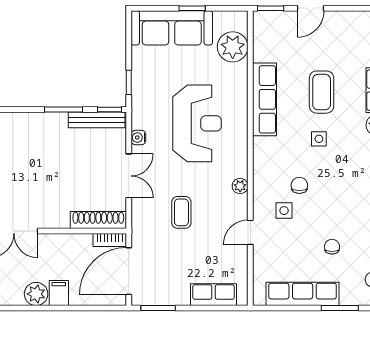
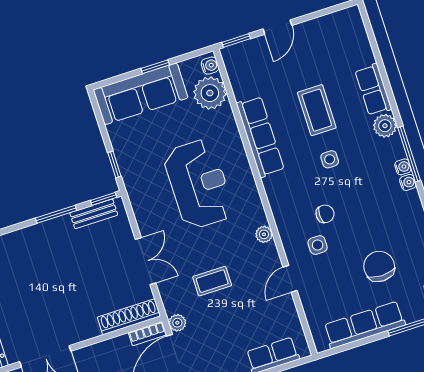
bench: (97, 120) -> (94, 214), width x0.73
water cooler: (138, 138) -> (210, 66), moved, turned 180
chair: (299, 185) -> (325, 214), turned 90
coffee table: (181, 212) -> (212, 281), turned 90
plant: (139, 239) -> (177, 323), added
chair: (332, 247) -> (379, 266), width x1.87, depth x1.87

